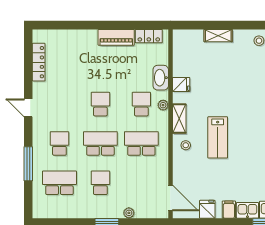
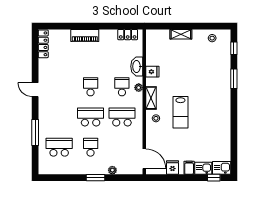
piano: (116, 37) -> (85, 36), moved
locker: (39, 62) -> (43, 44), moved
school desk: (59, 143) -> (59, 117), removed

